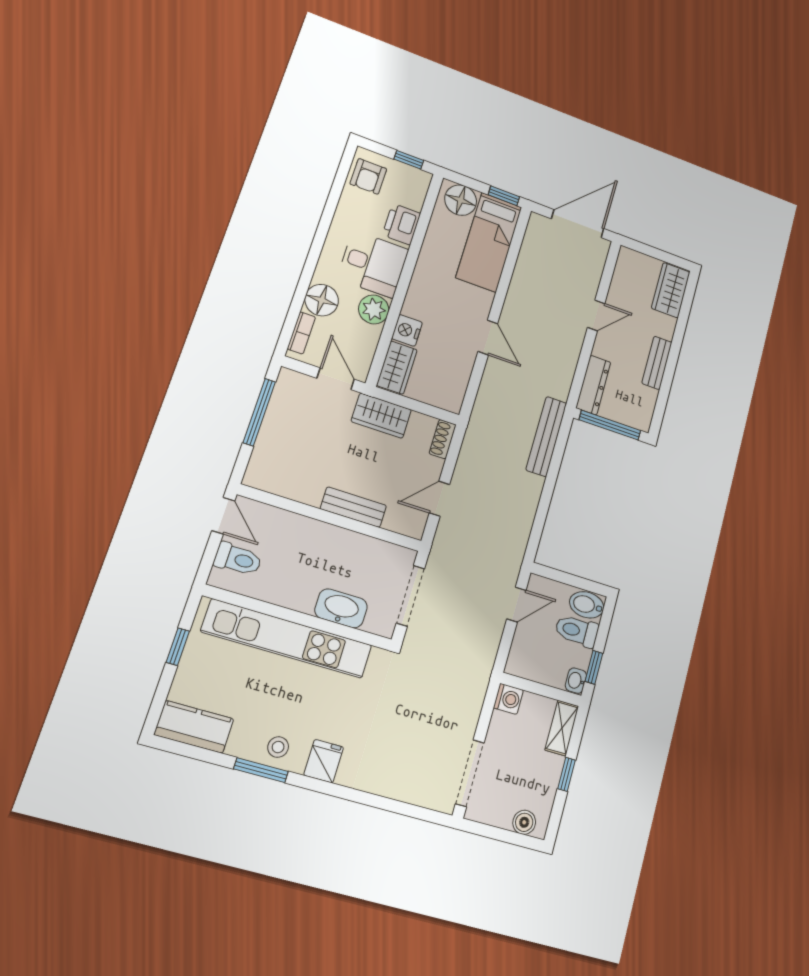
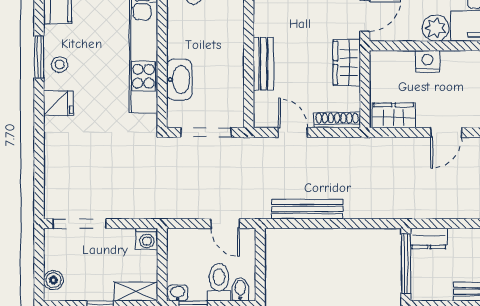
wardrobe: (397, 368) -> (393, 115), moved, turned 180
dresser: (593, 385) -> (429, 238), width x0.70
bench: (546, 436) -> (307, 209), moved
shoe rack: (443, 439) -> (337, 120), width x1.43
bidet: (587, 605) -> (240, 289), width x0.72, depth x0.74

